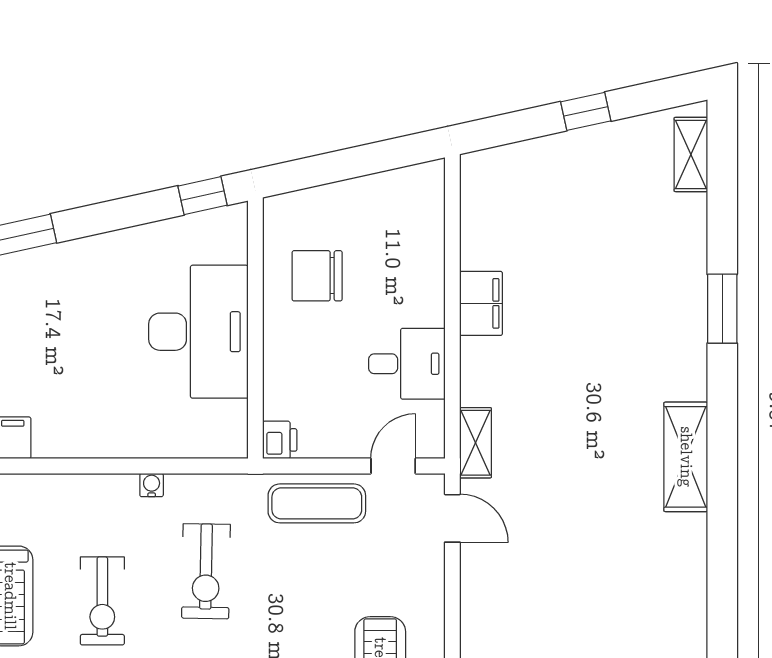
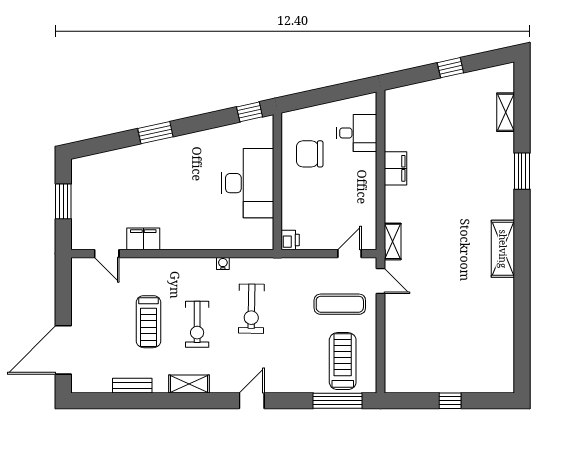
shelving: (691, 154) -> (506, 112), moved
desk: (407, 364) -> (357, 133), moved
exercise mat: (317, 503) -> (340, 304), moved

